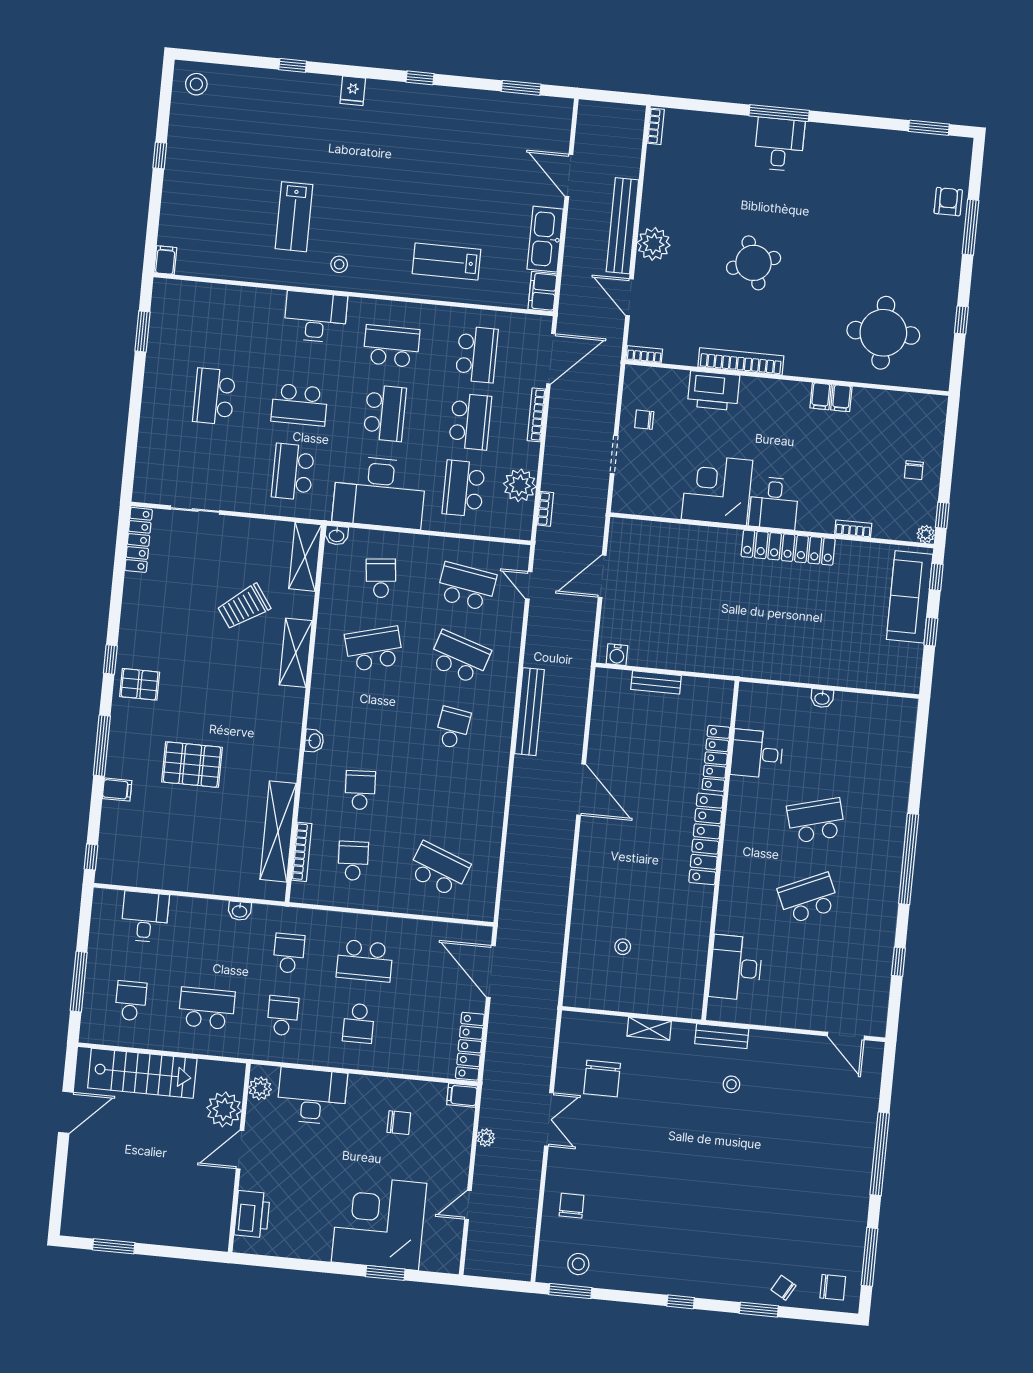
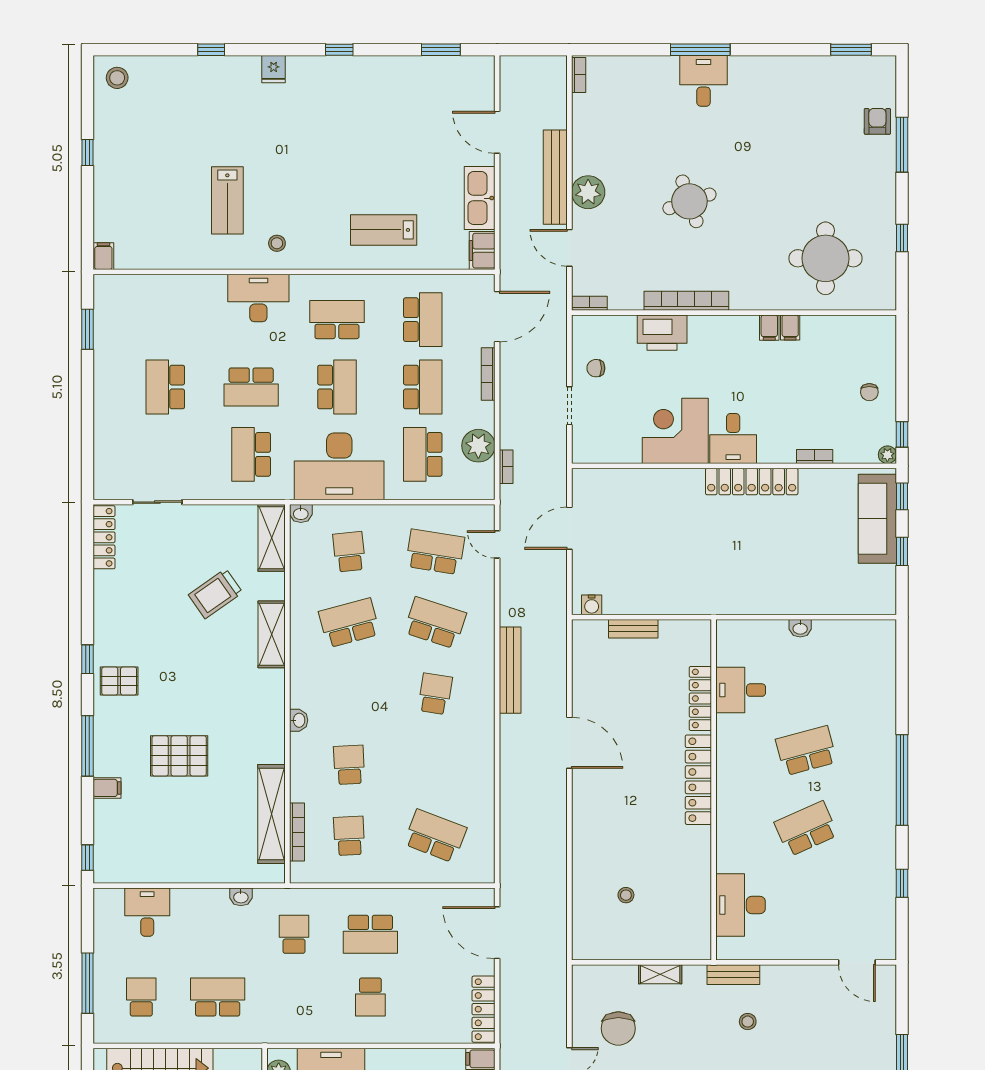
school desk: (283, 1016) -> (294, 997), removed

